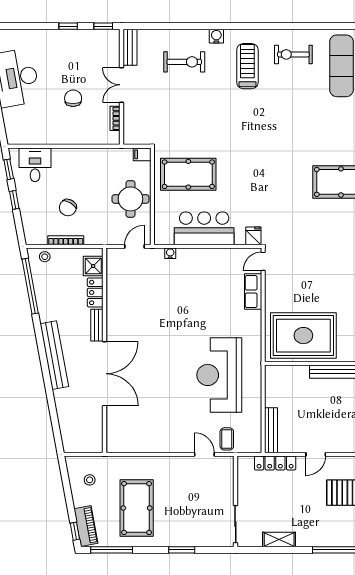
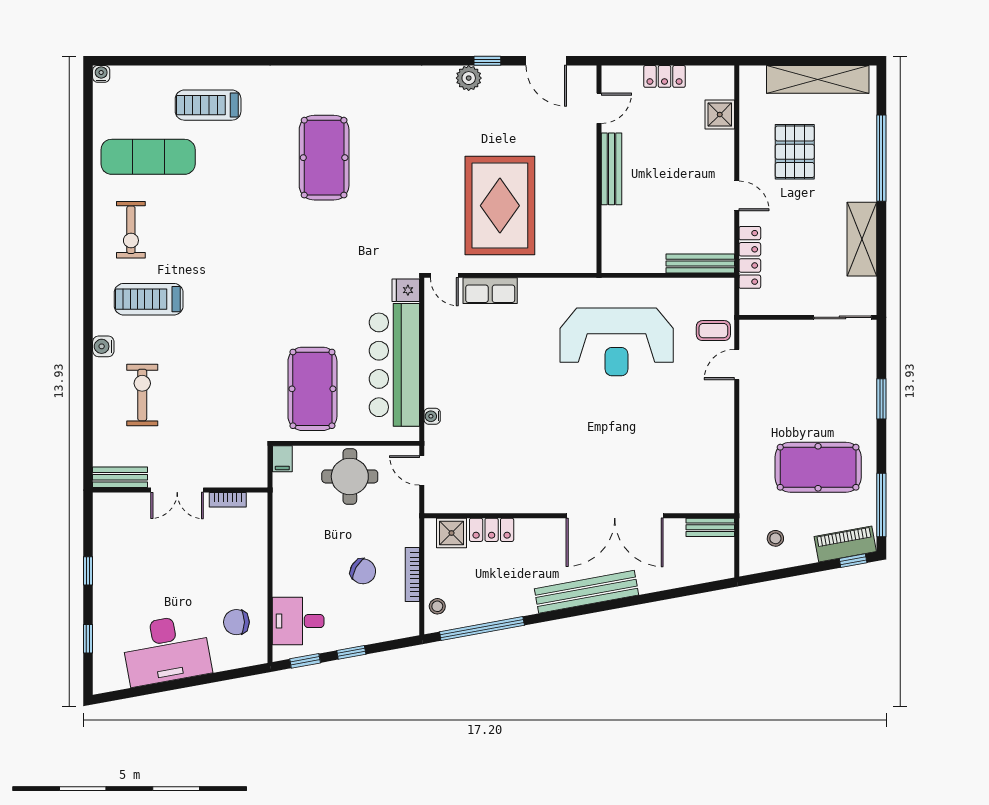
window: (103, 26) -> (88, 639), moved
chair: (73, 98) -> (236, 622), moved
bar counter: (204, 228) -> (394, 365), width x1.36
bench: (97, 325) -> (710, 527), moved
rug: (303, 336) -> (500, 206), moved
double door: (105, 374) -> (615, 516), swing flipped
shelving: (279, 539) -> (862, 239), width x1.50, depth x1.33

